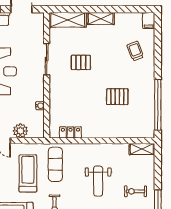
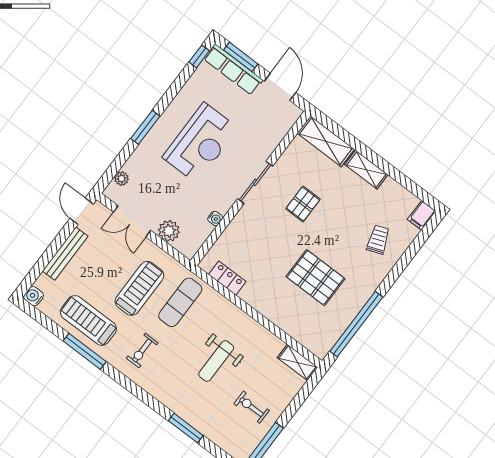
sliding door: (47, 59) -> (255, 182), moved
pallet: (81, 62) -> (303, 204), turned 90
pallet: (117, 97) -> (315, 278), width x1.50, depth x1.42

